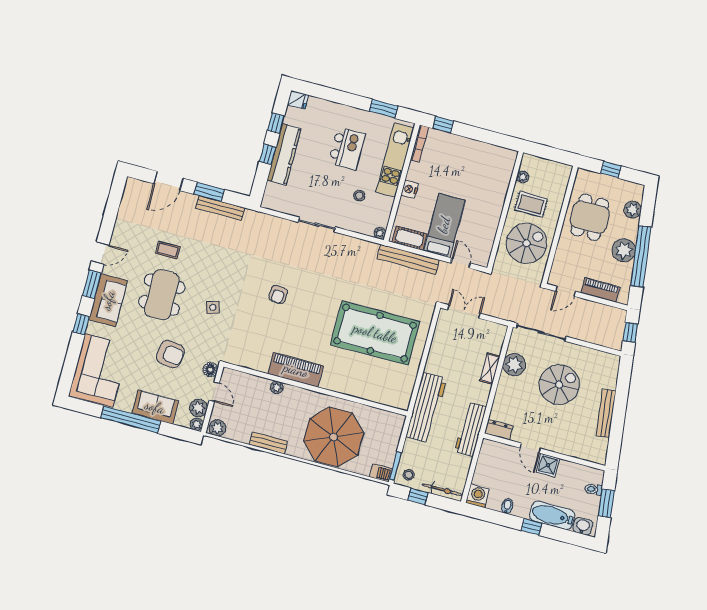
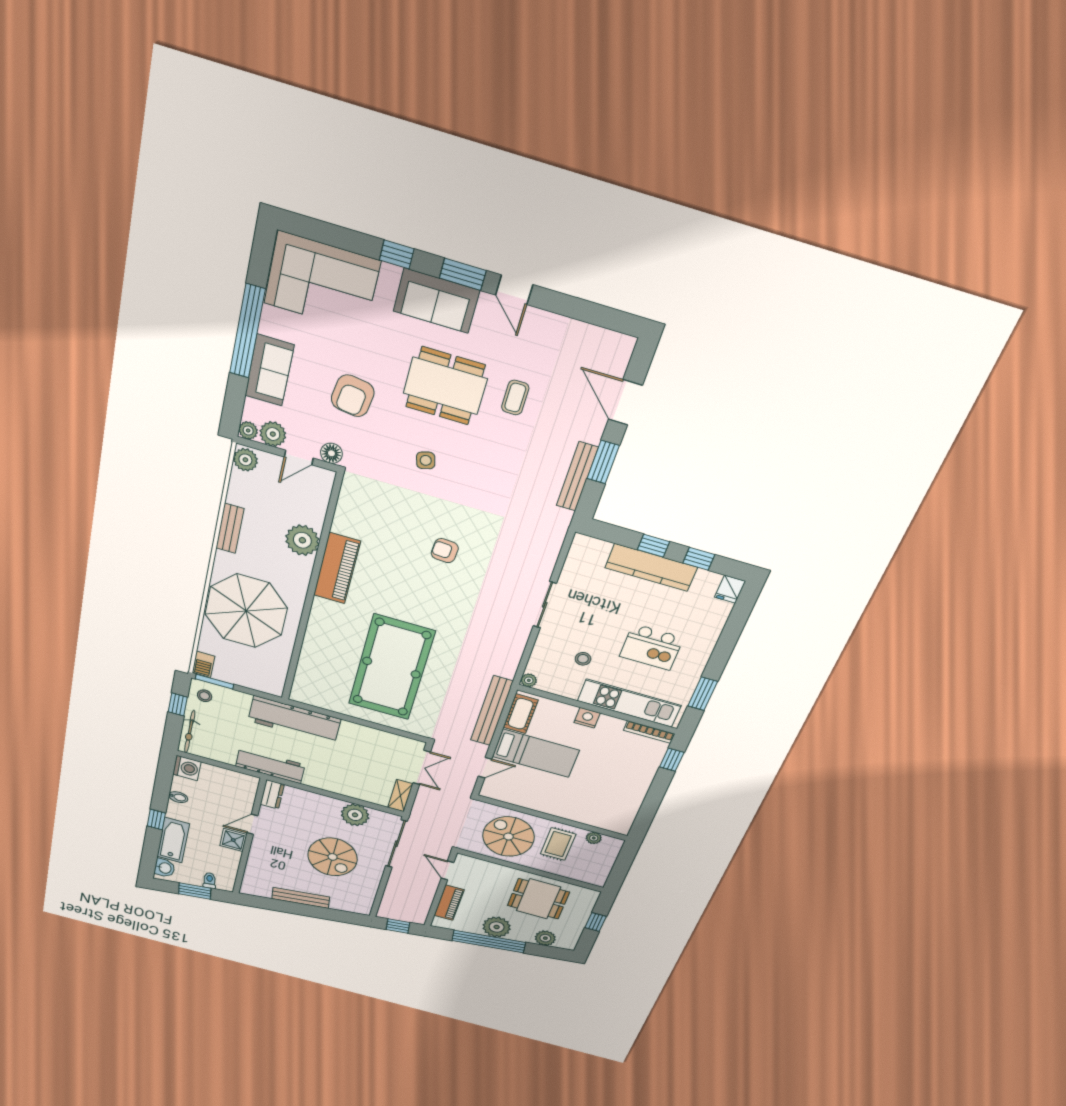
spiral stairs: (527, 243) -> (508, 837), turned 180
shelving: (490, 368) -> (400, 796), moved, turned 90
plant: (277, 387) -> (302, 540), width x1.88, depth x1.88

